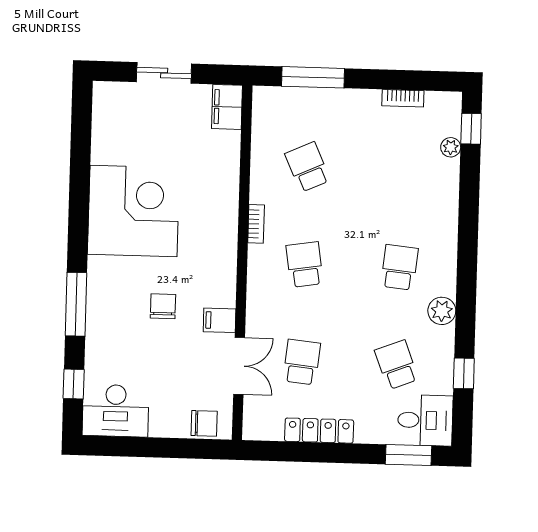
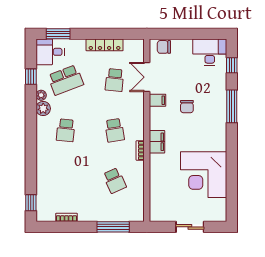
filing cabinet: (227, 107) -> (157, 142), moved
plant: (451, 147) -> (41, 95), moved
corner desk: (133, 211) -> (204, 175), moved
school desk: (397, 365) -> (66, 80), width x1.85

